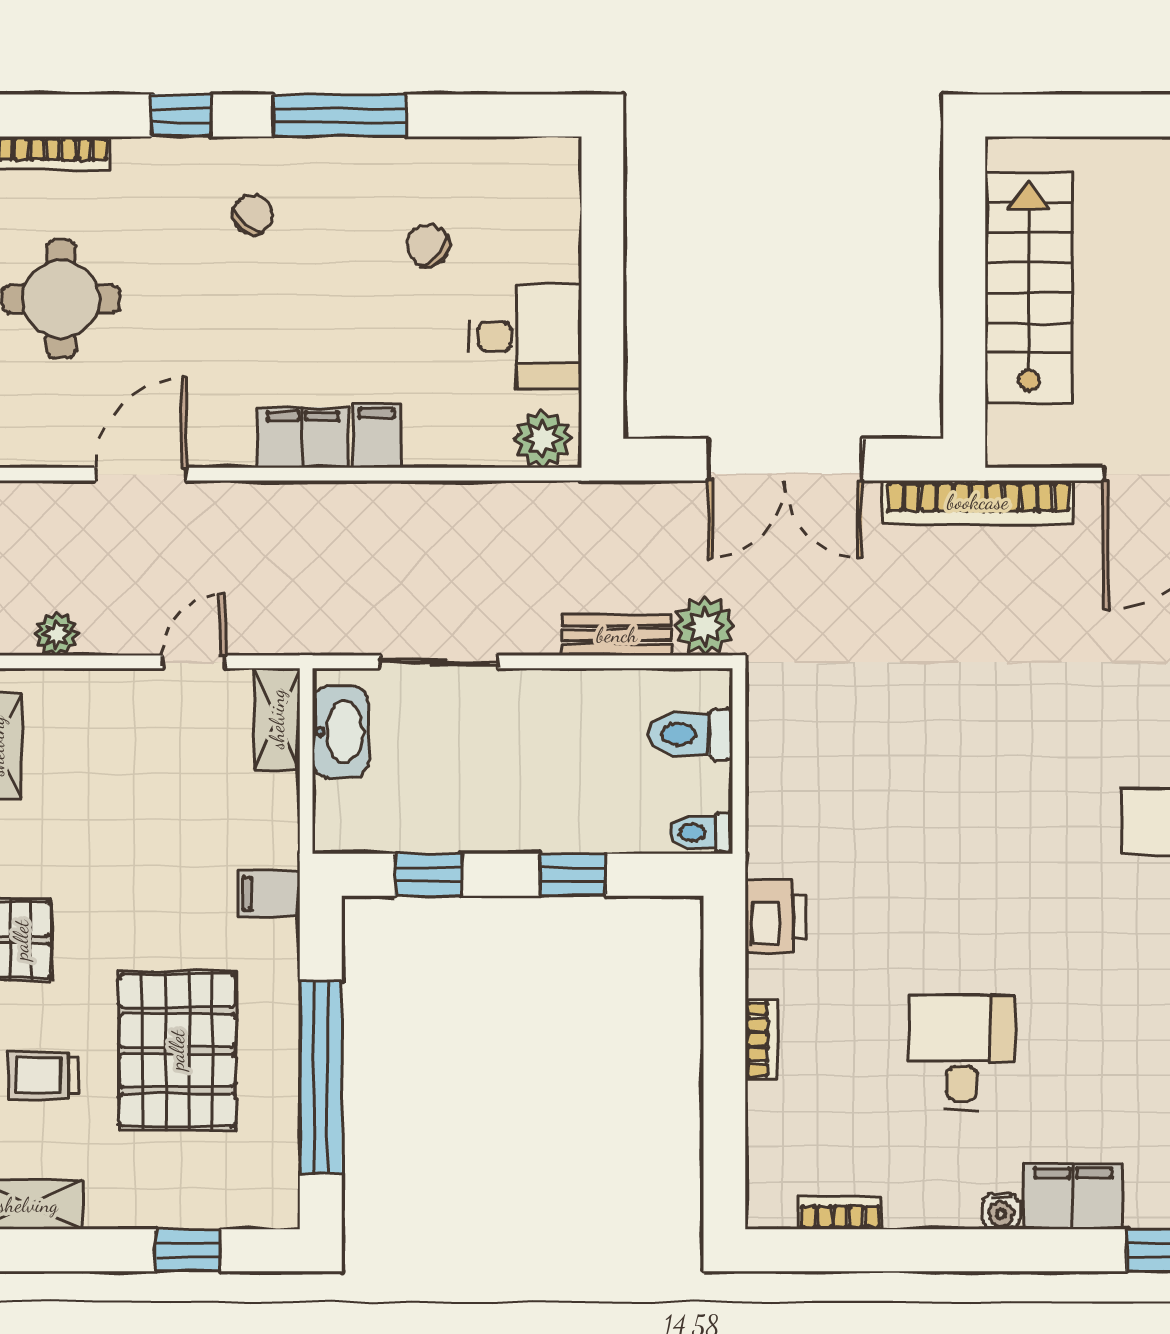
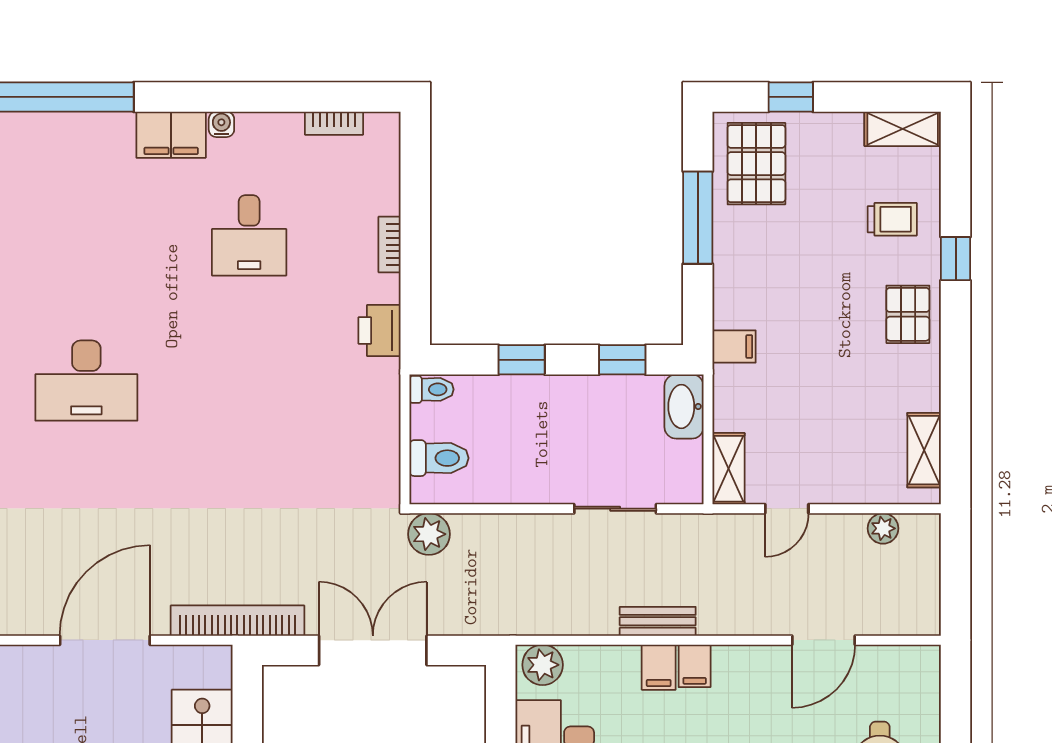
filing cabinet: (303, 438) -> (695, 666), width x0.50
bench: (617, 635) -> (658, 621), moved
washbasin: (340, 732) -> (684, 406), moved
pallet: (177, 1050) -> (756, 164), moved, width x0.73, depth x0.71
window: (321, 1078) -> (698, 218), width x0.68

